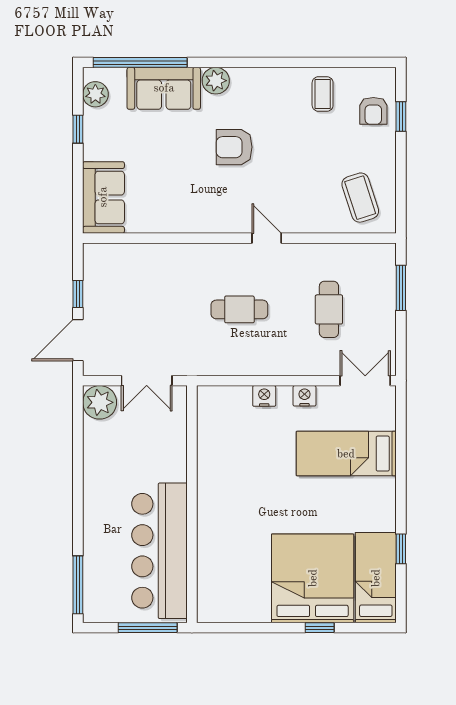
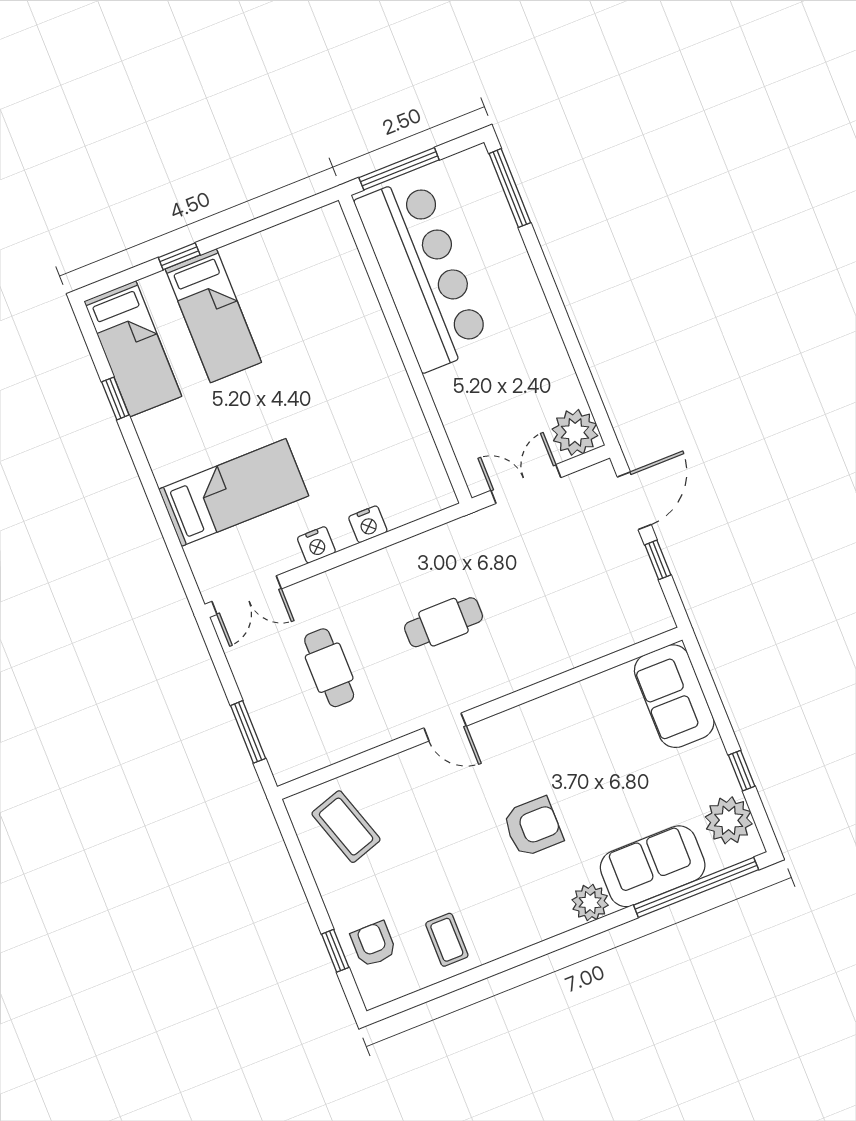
plant: (95, 94) -> (729, 820), width x1.36, depth x1.36
bed: (313, 578) -> (213, 316), width x0.49

